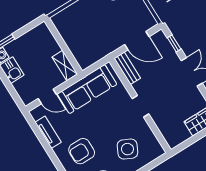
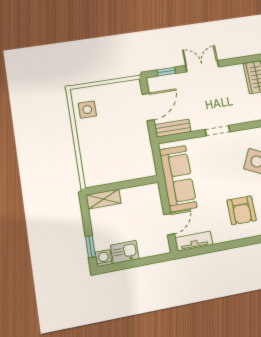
shelving: (65, 66) -> (104, 199), moved
tv unit: (48, 132) -> (194, 241), moved

